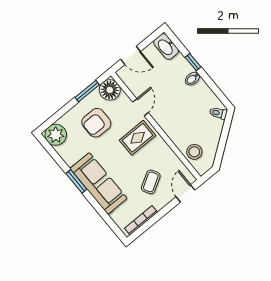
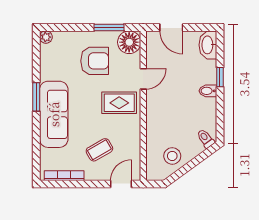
armchair: (96, 123) -> (95, 61), turned 180
plant: (56, 135) -> (46, 37), width x0.53, depth x0.53
stool: (194, 152) -> (172, 156), moved

